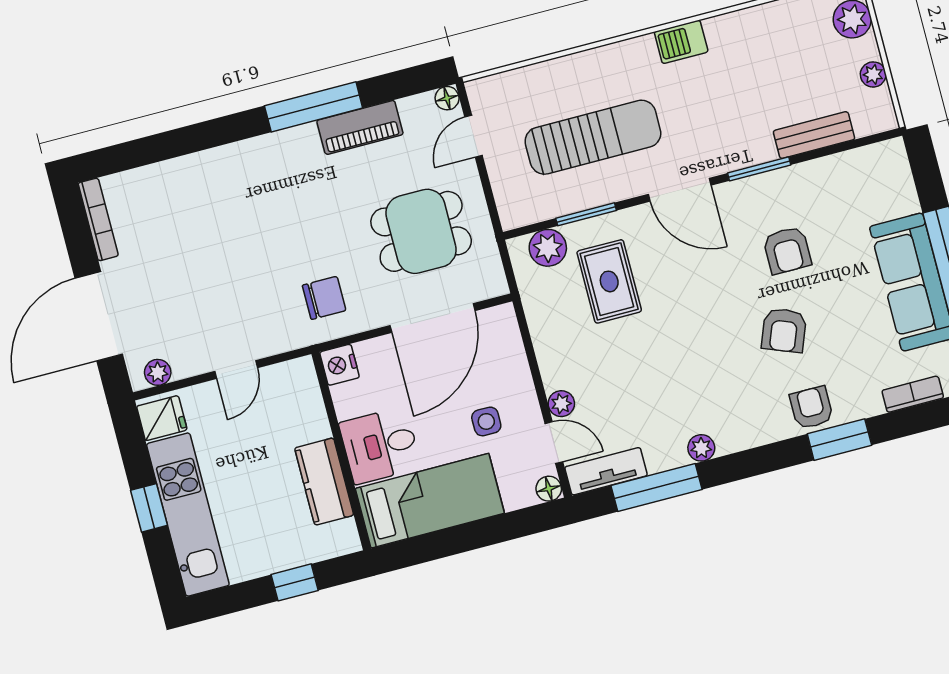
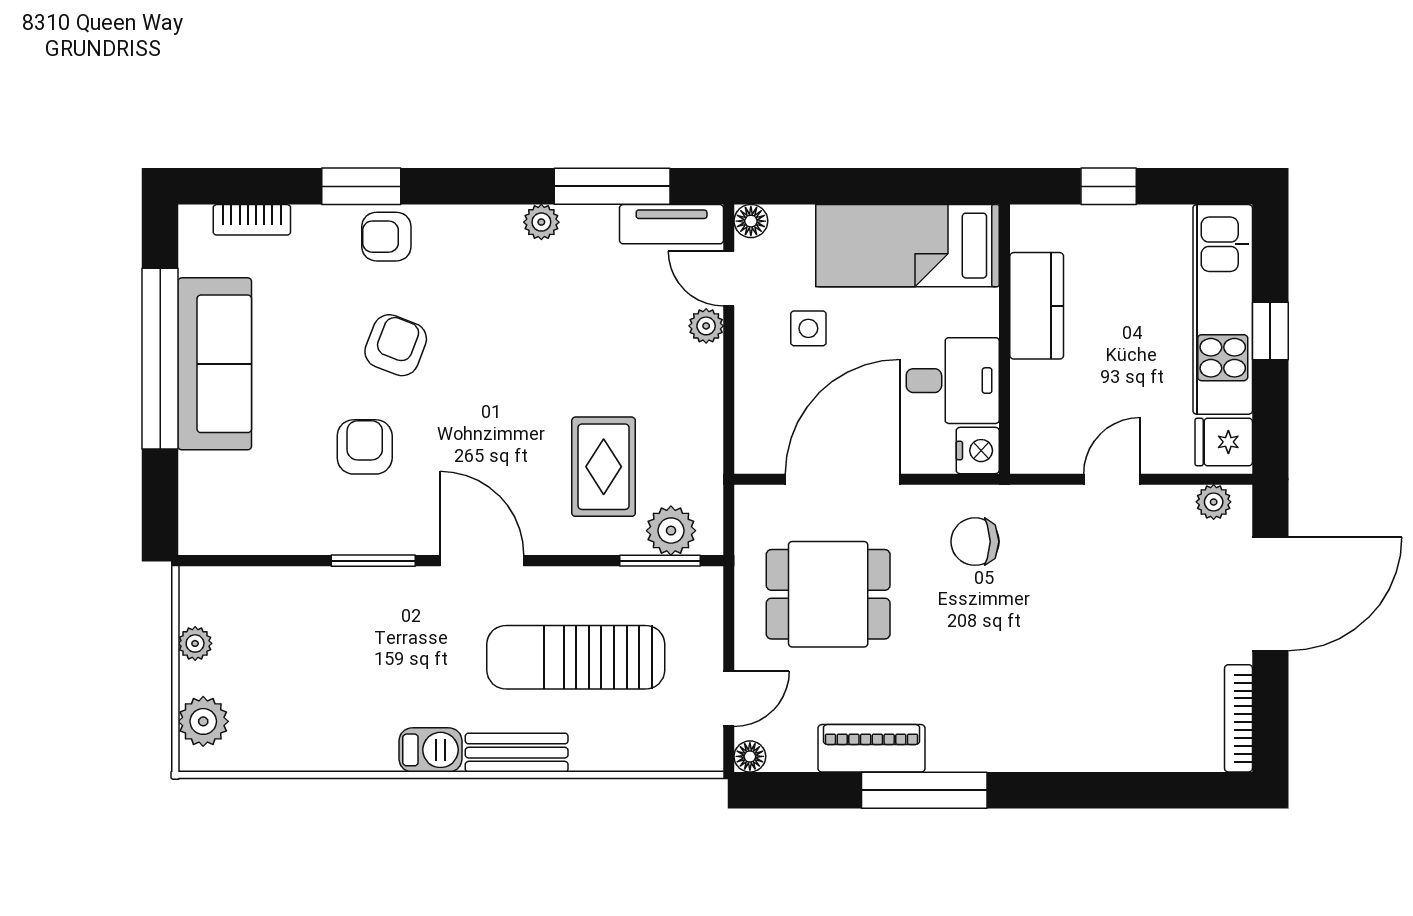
bench: (814, 135) -> (517, 753), moved
window: (586, 214) -> (660, 561), moved
armchair: (811, 408) -> (386, 237), turned 90
desk: (380, 445) -> (953, 381), moved

